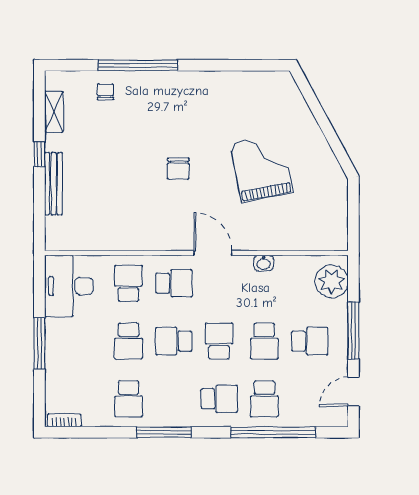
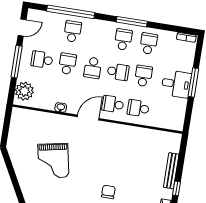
chair: (178, 168) -> (108, 192), moved
door: (213, 253) -> (88, 118), swing flipped
school desk: (128, 283) -> (138, 108), turned 90
desk: (69, 286) -> (176, 84), moved, width x0.73
school desk: (219, 399) -> (123, 40), moved, turned 90

